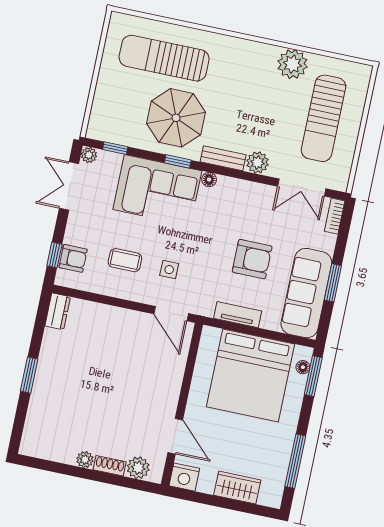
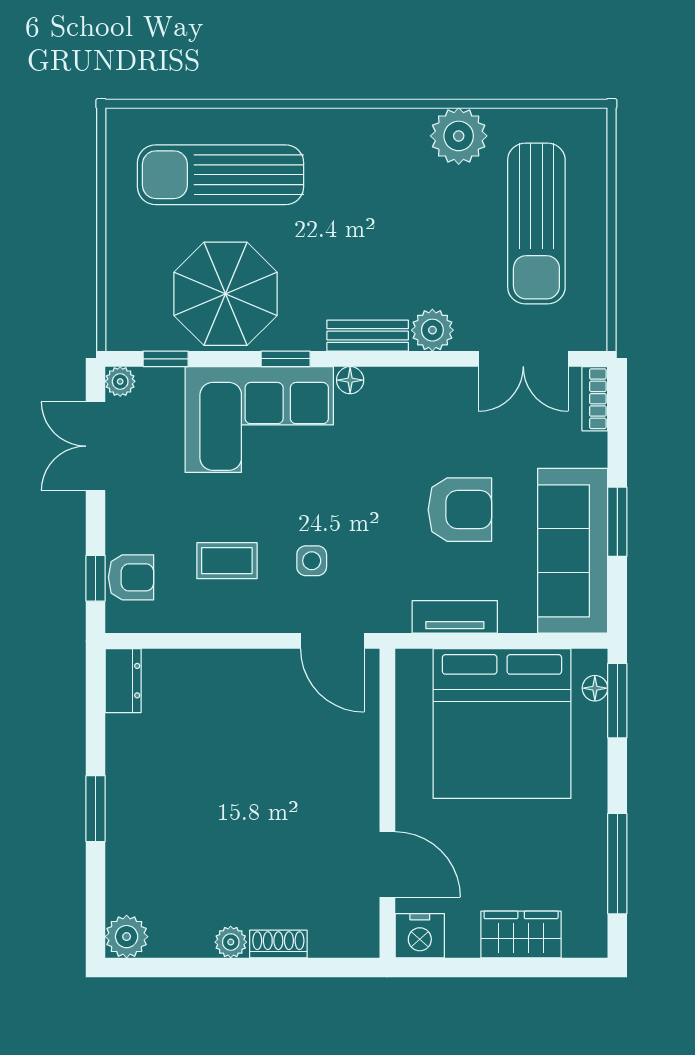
parasol: (176, 118) -> (226, 294), moved
plant: (138, 468) -> (127, 937), moved

